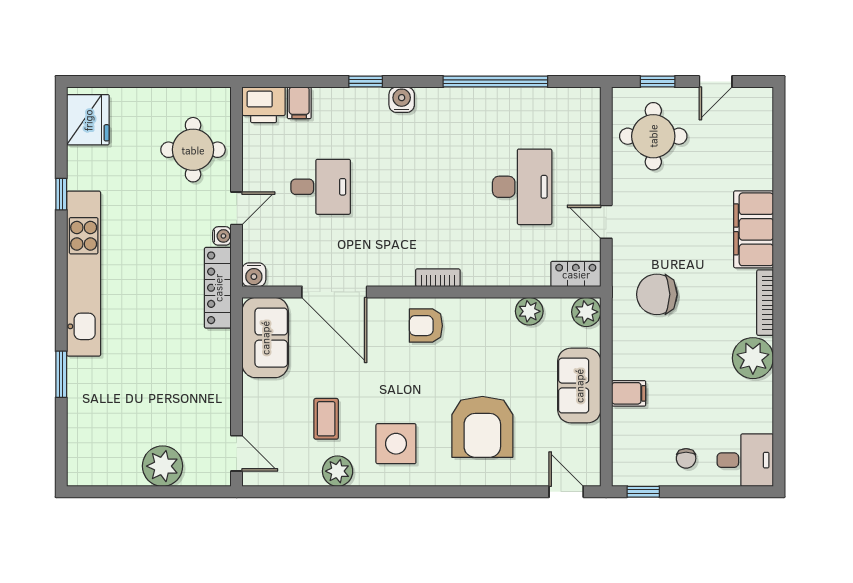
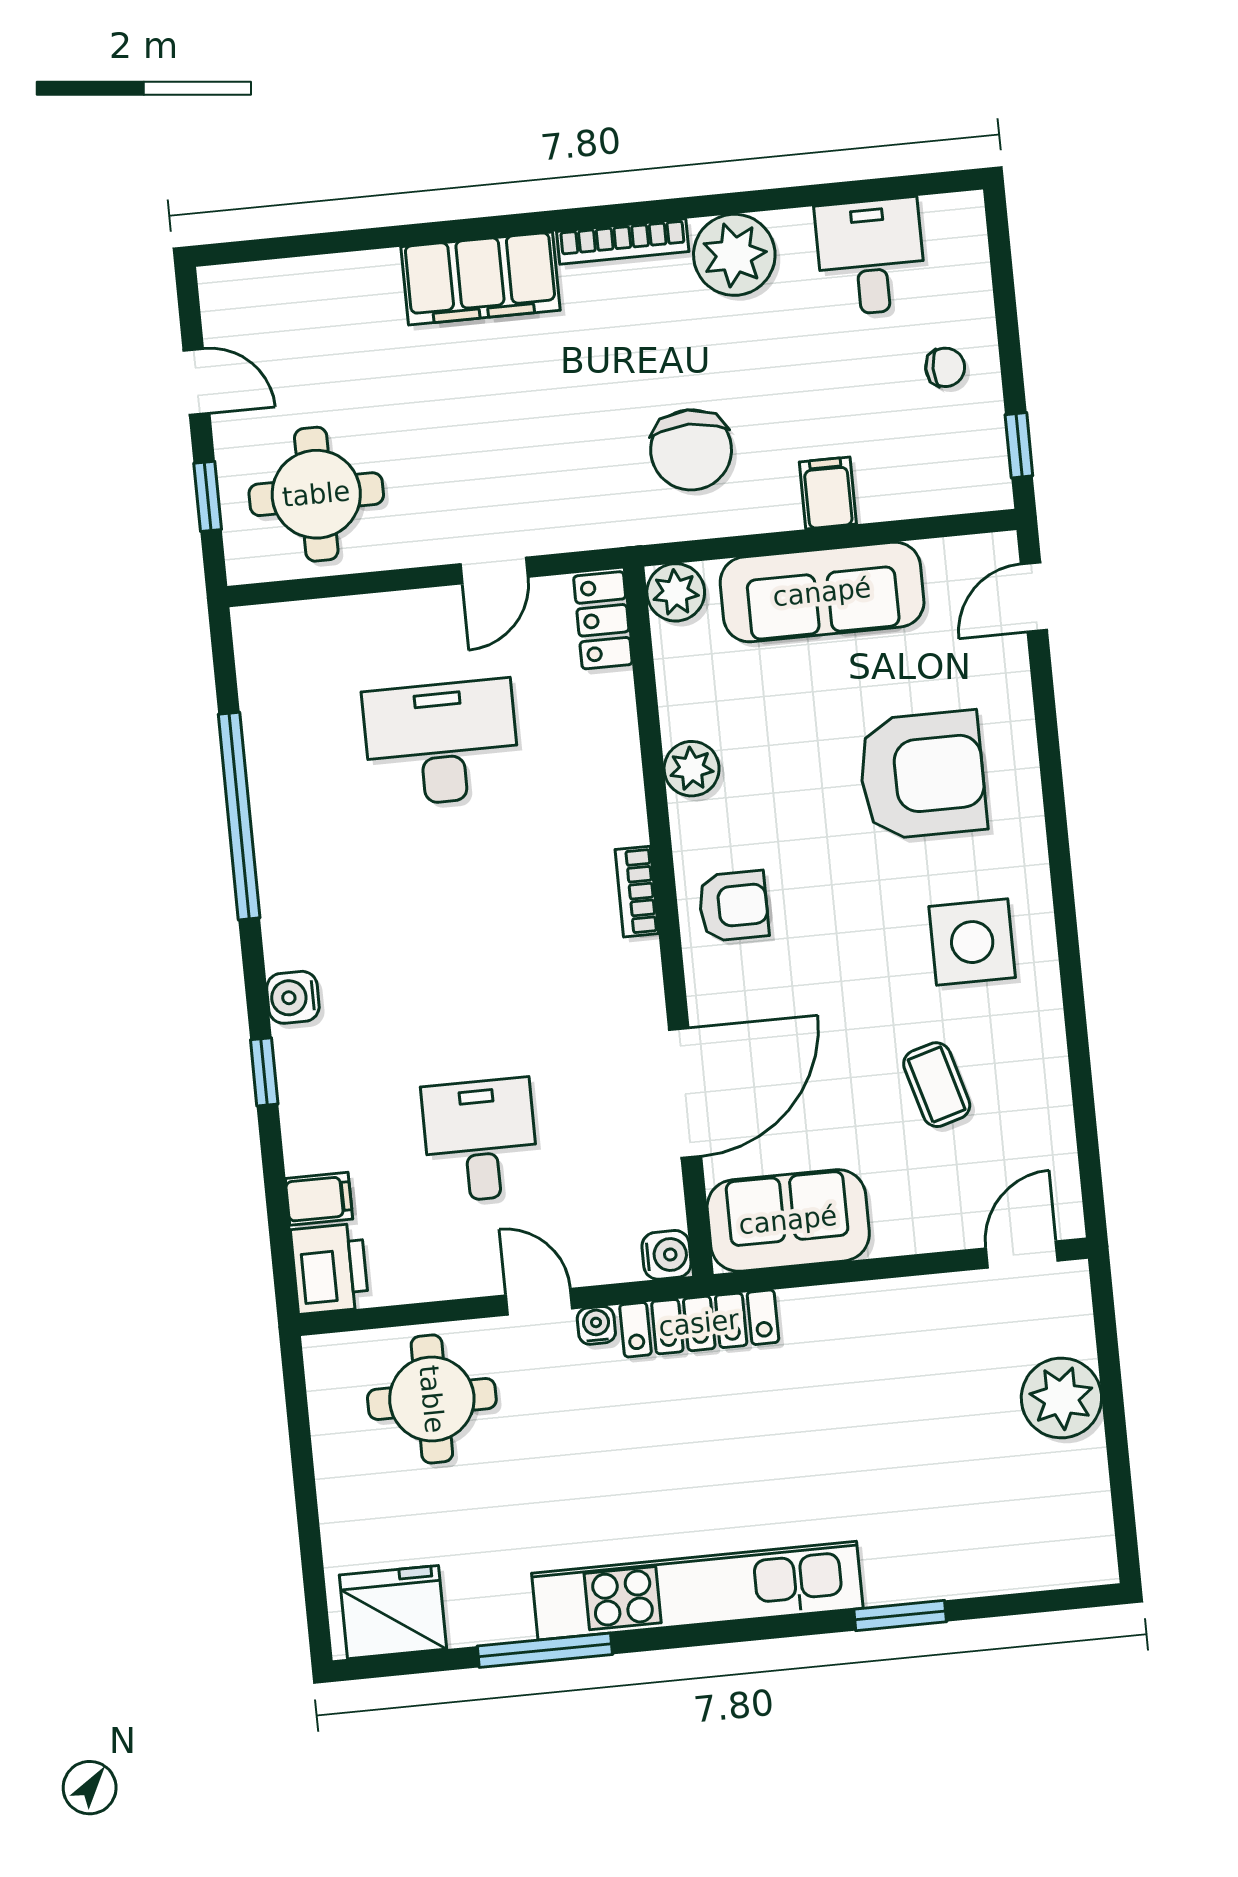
window: (61, 194) -> (545, 1650), width x2.17
chair: (657, 294) -> (691, 450), moved
plant: (529, 311) -> (692, 769), moved
armchair: (426, 326) -> (733, 906), turned -90
sofa: (579, 386) -> (822, 592), width x1.36
coffee table: (326, 419) -> (937, 1085), turned 74
desk: (745, 460) -> (871, 257), moved
plant: (338, 471) -> (1038, 1052), removed

